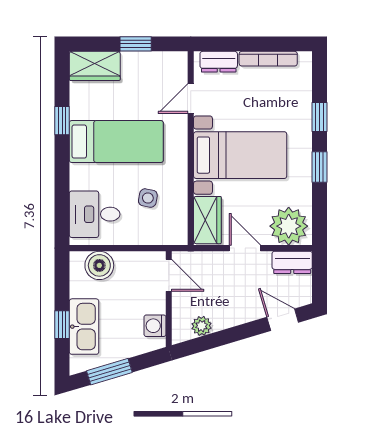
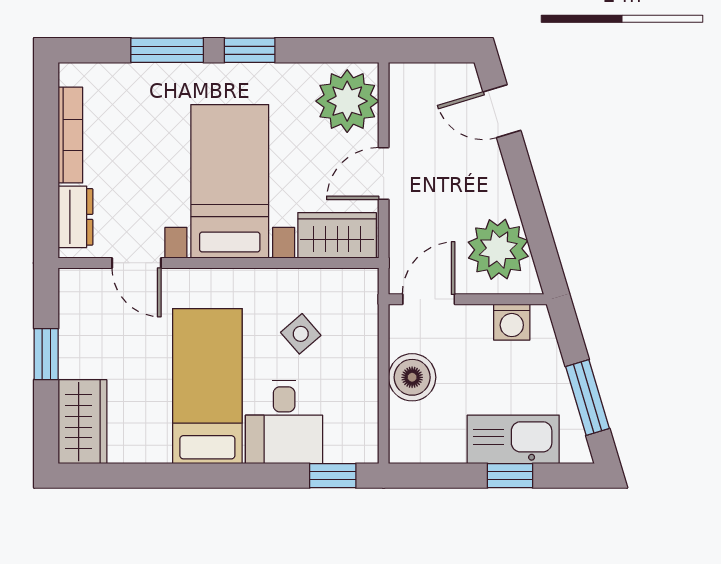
window: (319, 117) -> (167, 50), width x1.50
window: (62, 121) -> (333, 476), moved
side table: (148, 198) -> (301, 334), turned 38
desk: (95, 214) -> (284, 422), moved
dresser: (292, 262) -> (407, 95), removed
boiler: (99, 265) -> (412, 377), moved
door: (283, 320) -> (502, 111), hinge flipped
plant: (202, 326) -> (498, 249), width x1.88, depth x1.88

